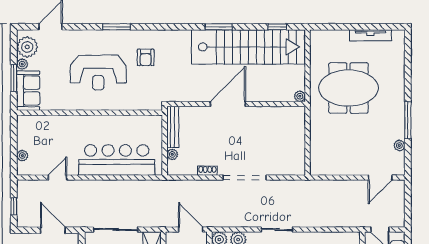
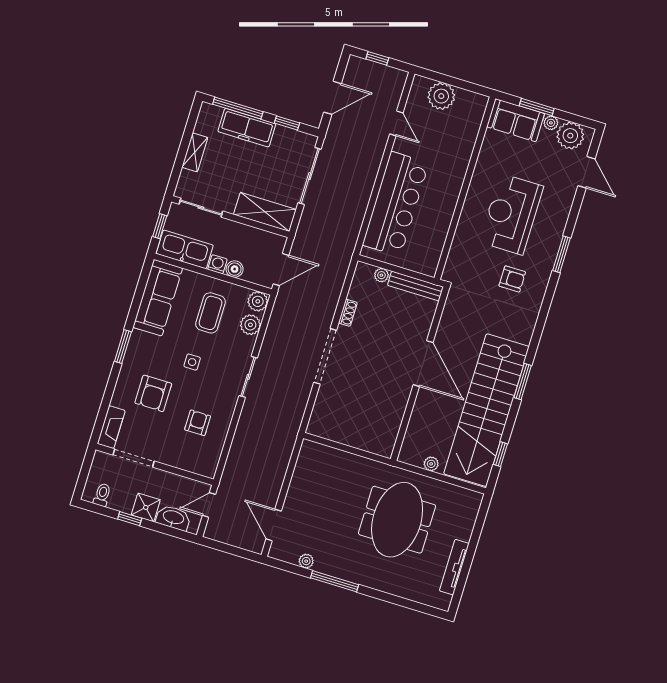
armchair: (146, 57) -> (512, 279), turned 180
plant: (300, 96) -> (431, 464), moved
plant: (22, 156) -> (441, 96), width x1.88, depth x1.88

